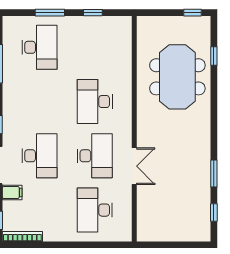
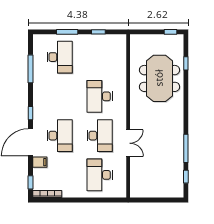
window: (214, 174) -> (186, 148), width x1.44

